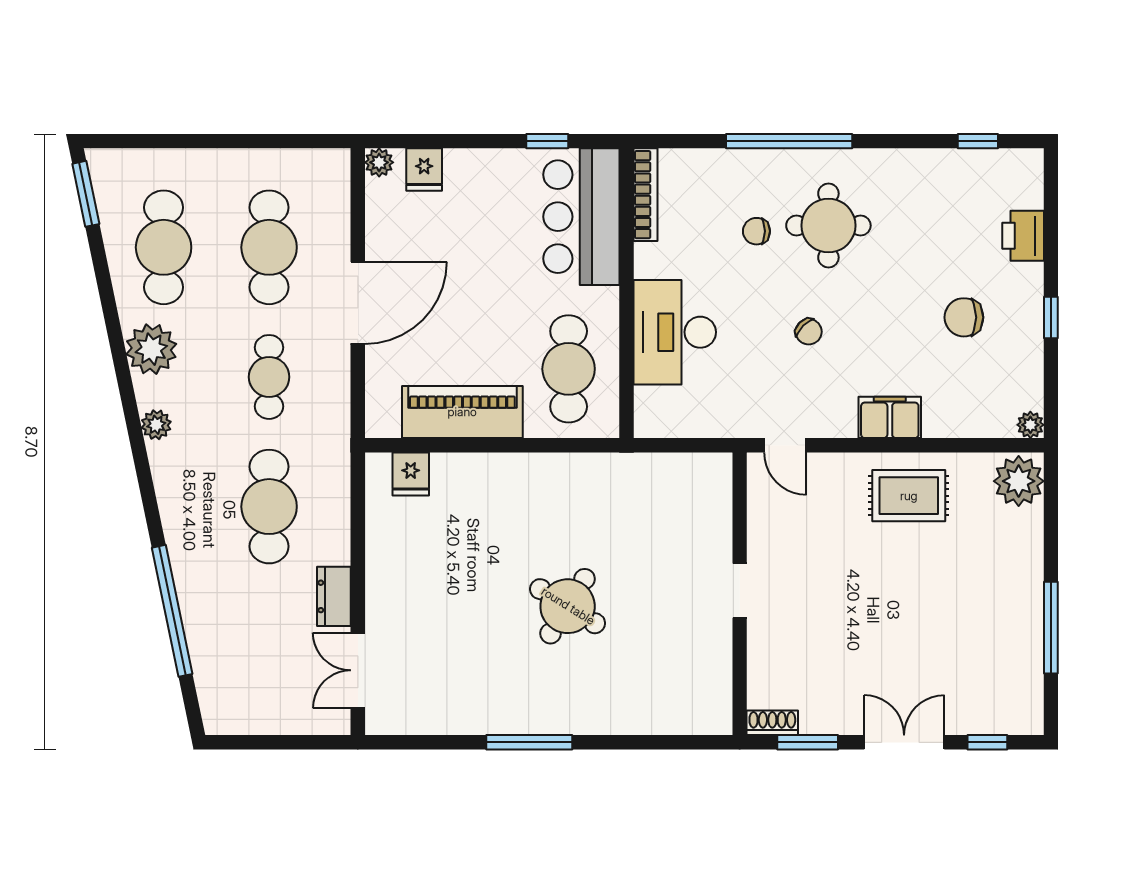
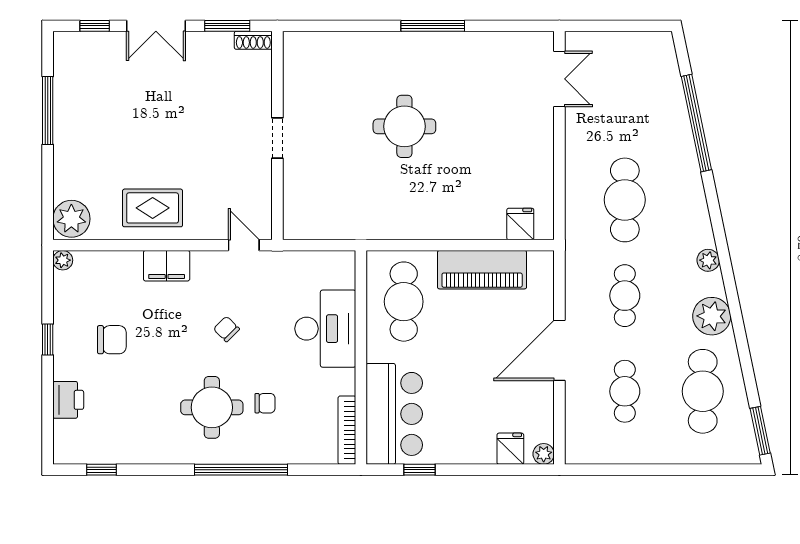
cafe table: (269, 247) -> (625, 391), width x0.73, depth x0.74
dresser: (334, 596) -> (577, 134), removed
round table: (568, 606) -> (404, 126), turned -32

